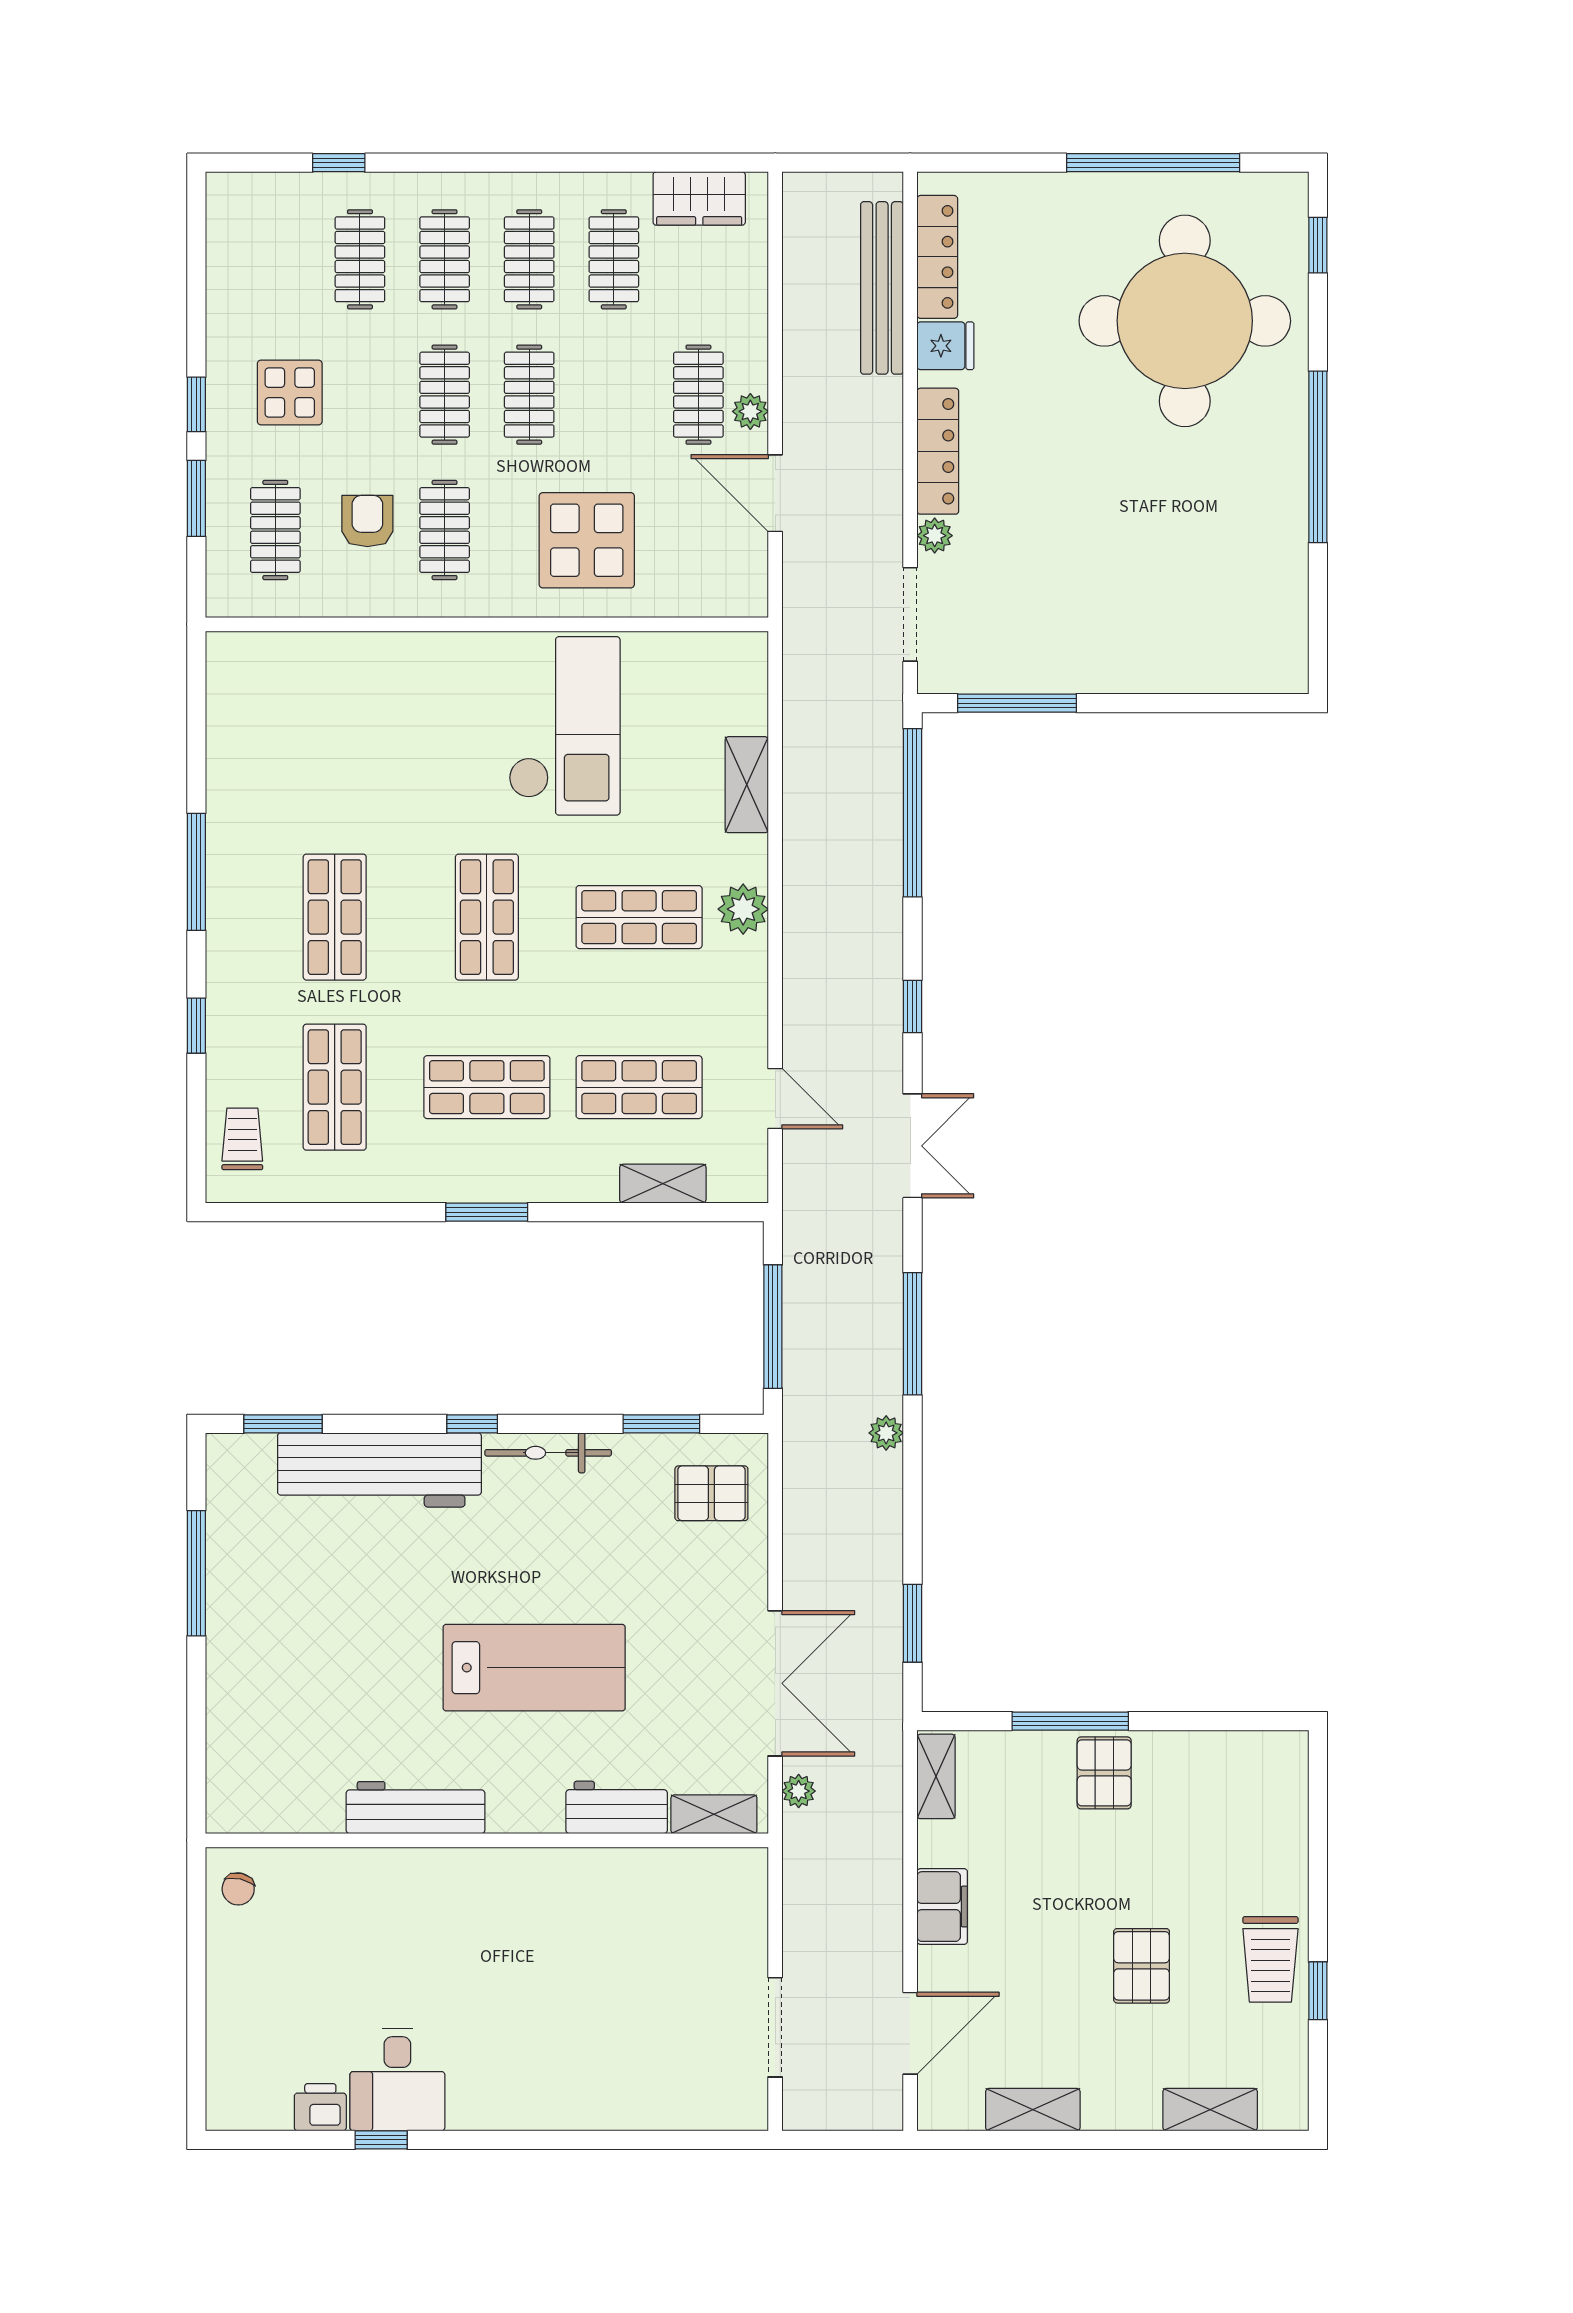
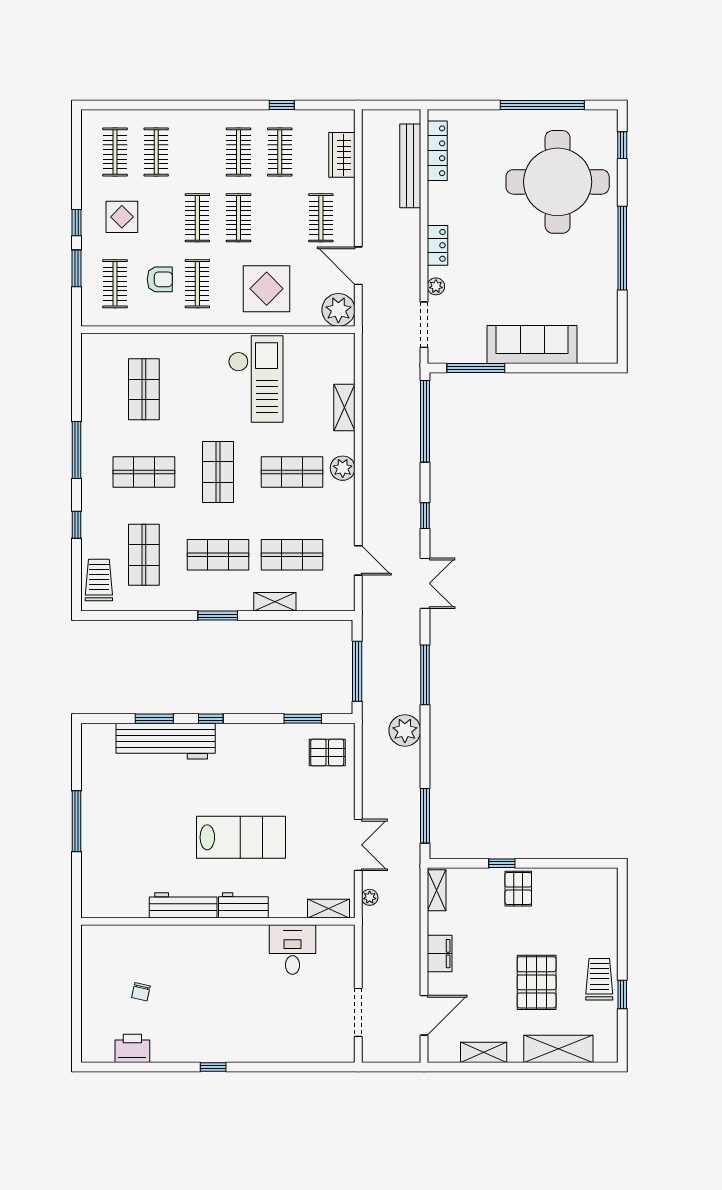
window: (339, 163) -> (282, 105), moved
wardrobe: (699, 198) -> (342, 155), moved, turned 90
clothes rail: (445, 259) -> (115, 152), moved
fridge: (945, 346) -> (441, 194), removed
plant: (750, 411) -> (338, 310), moved, width x1.88, depth x1.88
locker: (938, 451) -> (437, 245), width x0.66
armchair: (367, 521) -> (160, 279), turned 90
sofa: (1132, 655) -> (532, 344), added
shop shelf: (335, 747) -> (144, 389), added
shop shelf: (335, 917) -> (144, 472), turned 90
trolley: (242, 1139) -> (99, 580), width x1.36, depth x1.39
shelving: (663, 1184) -> (275, 602), moved
window: (283, 1424) -> (154, 719), moved
plant: (886, 1433) -> (405, 730), width x1.88, depth x1.88
bicycle: (548, 1453) -> (248, 733), removed
window: (196, 1573) -> (77, 821), moved
window: (912, 1623) -> (425, 816), width x1.44
double door: (775, 1683) -> (358, 845), width x0.73
window: (1070, 1721) -> (502, 863), width x0.46
workbench: (617, 1807) -> (243, 905), moved
chair: (238, 1889) -> (141, 992), moved
trolley: (1270, 1959) -> (599, 979), turned 180
pallet: (1142, 1966) -> (537, 982), width x1.50, depth x1.42
desk: (397, 2080) -> (292, 950), moved, turned 180
printer: (320, 2107) -> (132, 1048), width x1.36, depth x1.24
shelving: (1210, 2110) -> (558, 1049), width x1.50, depth x1.33
window: (381, 2140) -> (213, 1067), moved

